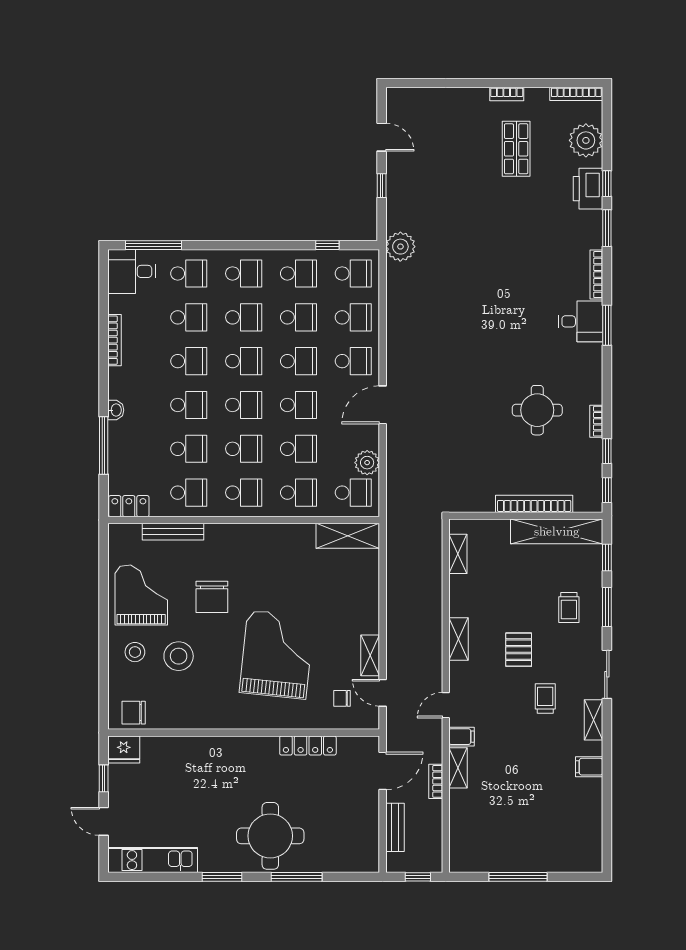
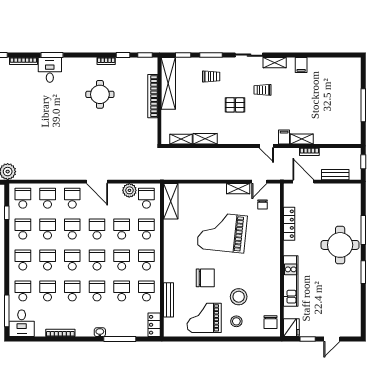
shelving: (459, 639) -> (205, 139), moved
grand piano: (277, 655) -> (222, 232), moved
kitchen unit: (153, 860) -> (291, 281), moved, turned 180

